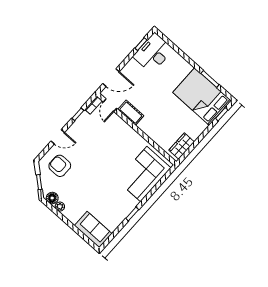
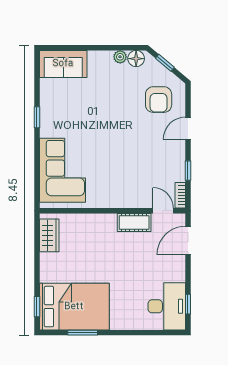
armchair: (60, 166) -> (159, 100), turned 90

